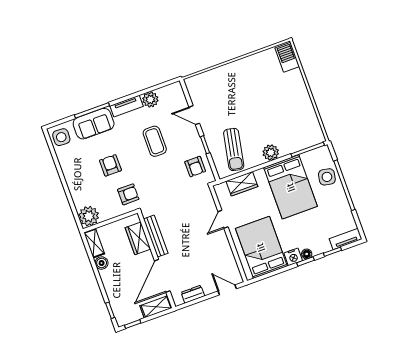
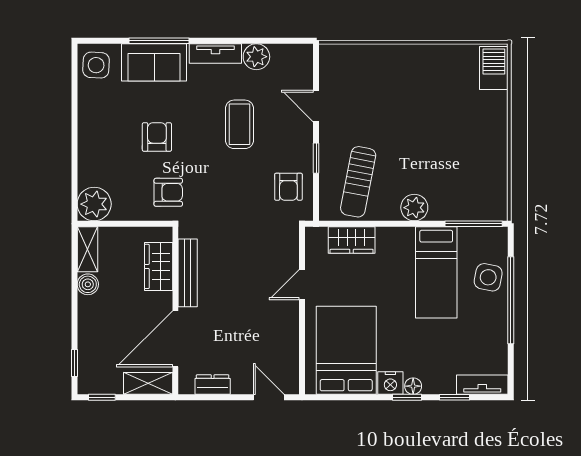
bed: (291, 187) -> (436, 272), width x0.67

